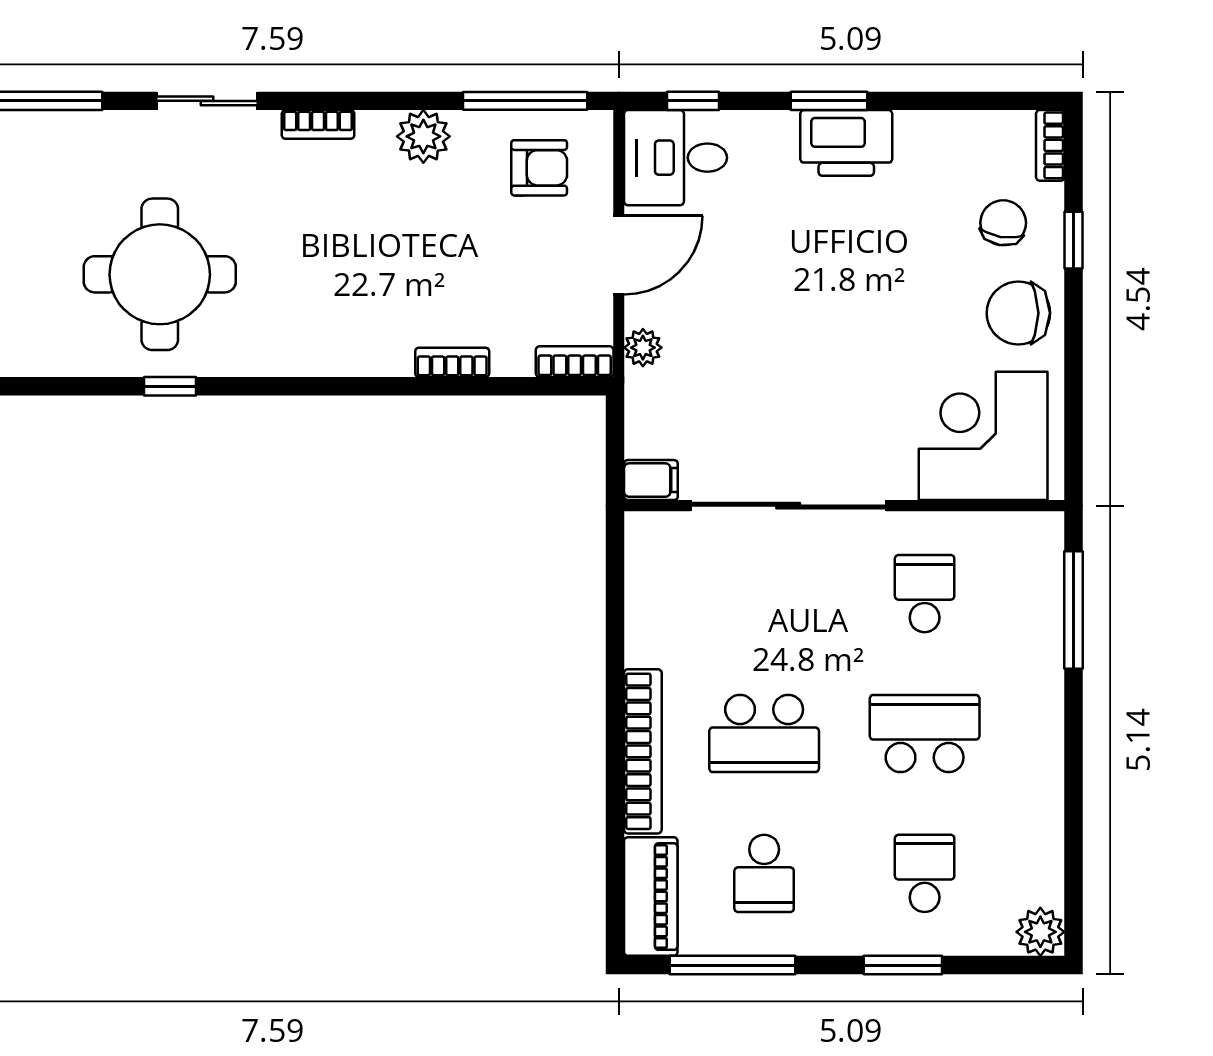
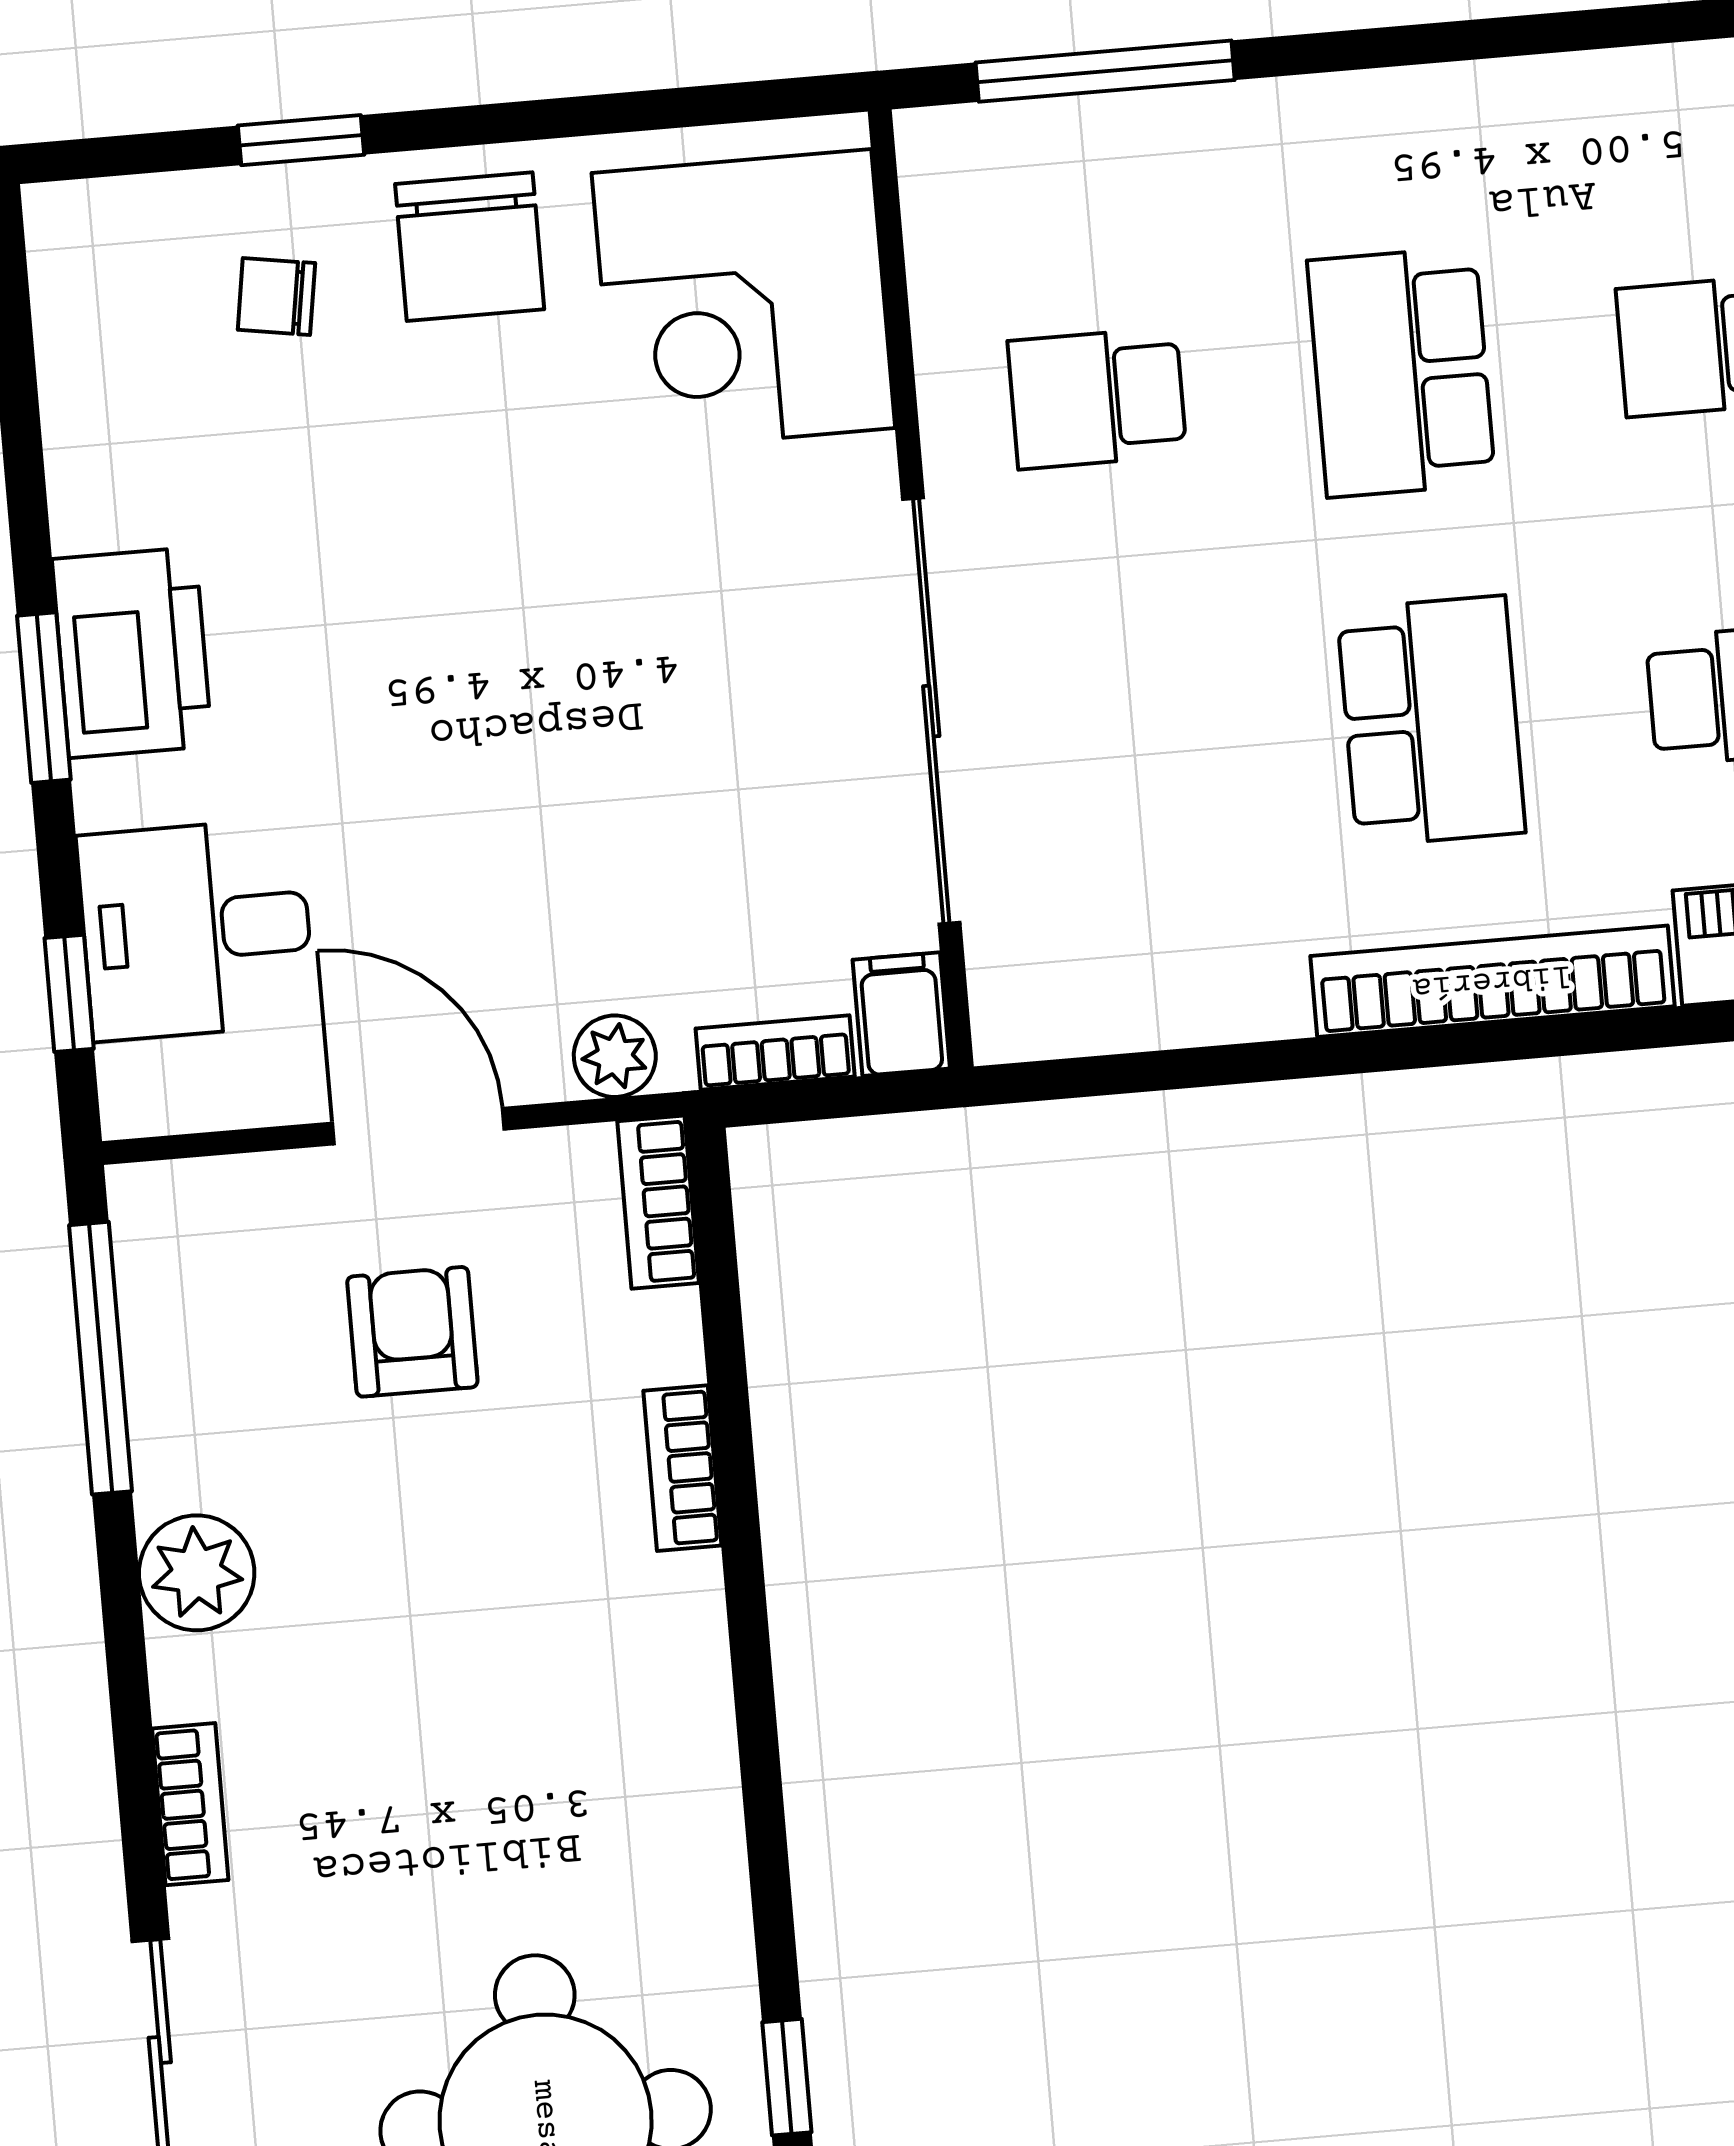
bookcase: (1050, 145) -> (775, 1053), moved, turned 180
desk: (676, 158) -> (196, 930), moved, turned 90
armchair: (539, 168) -> (412, 1332), moved
chair: (1003, 223) -> (276, 296), width x0.73, depth x0.73

